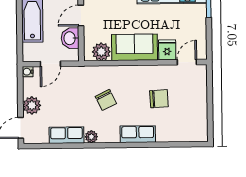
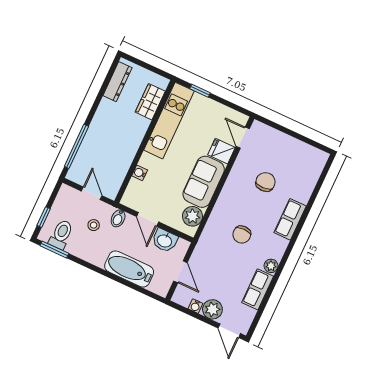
water cooler: (28, 72) -> (195, 306), moved
chair: (106, 100) -> (242, 234), turned 116

